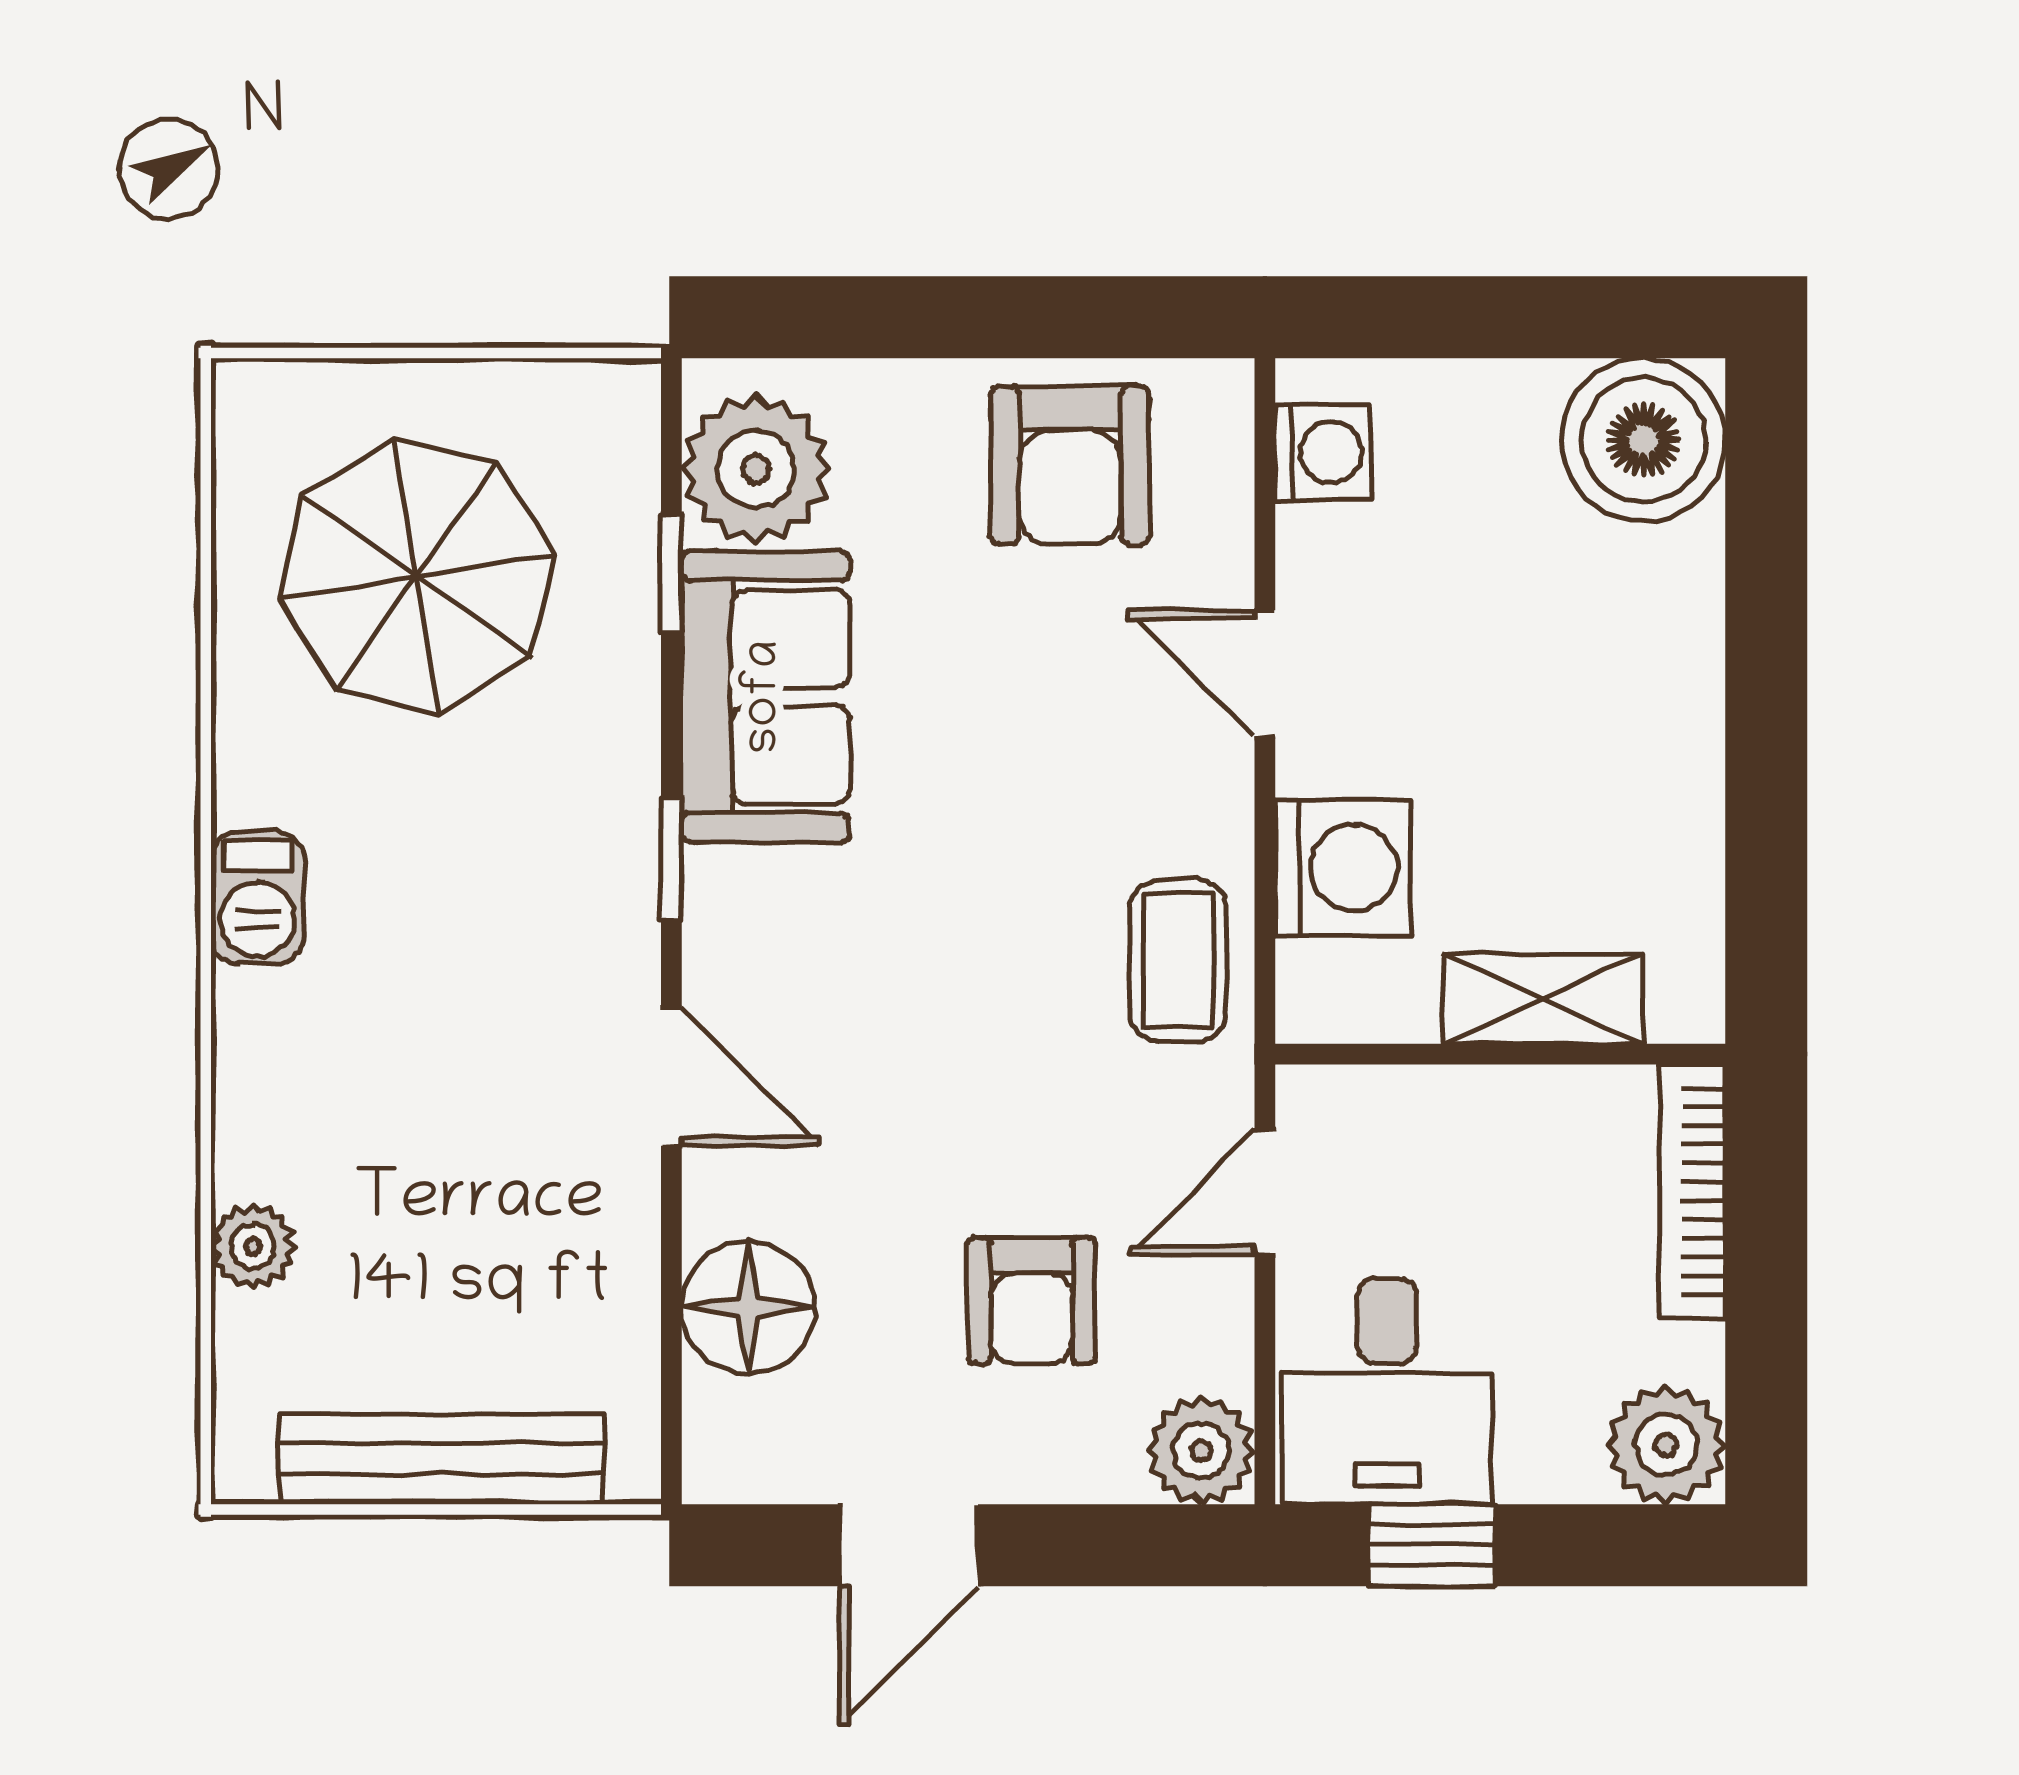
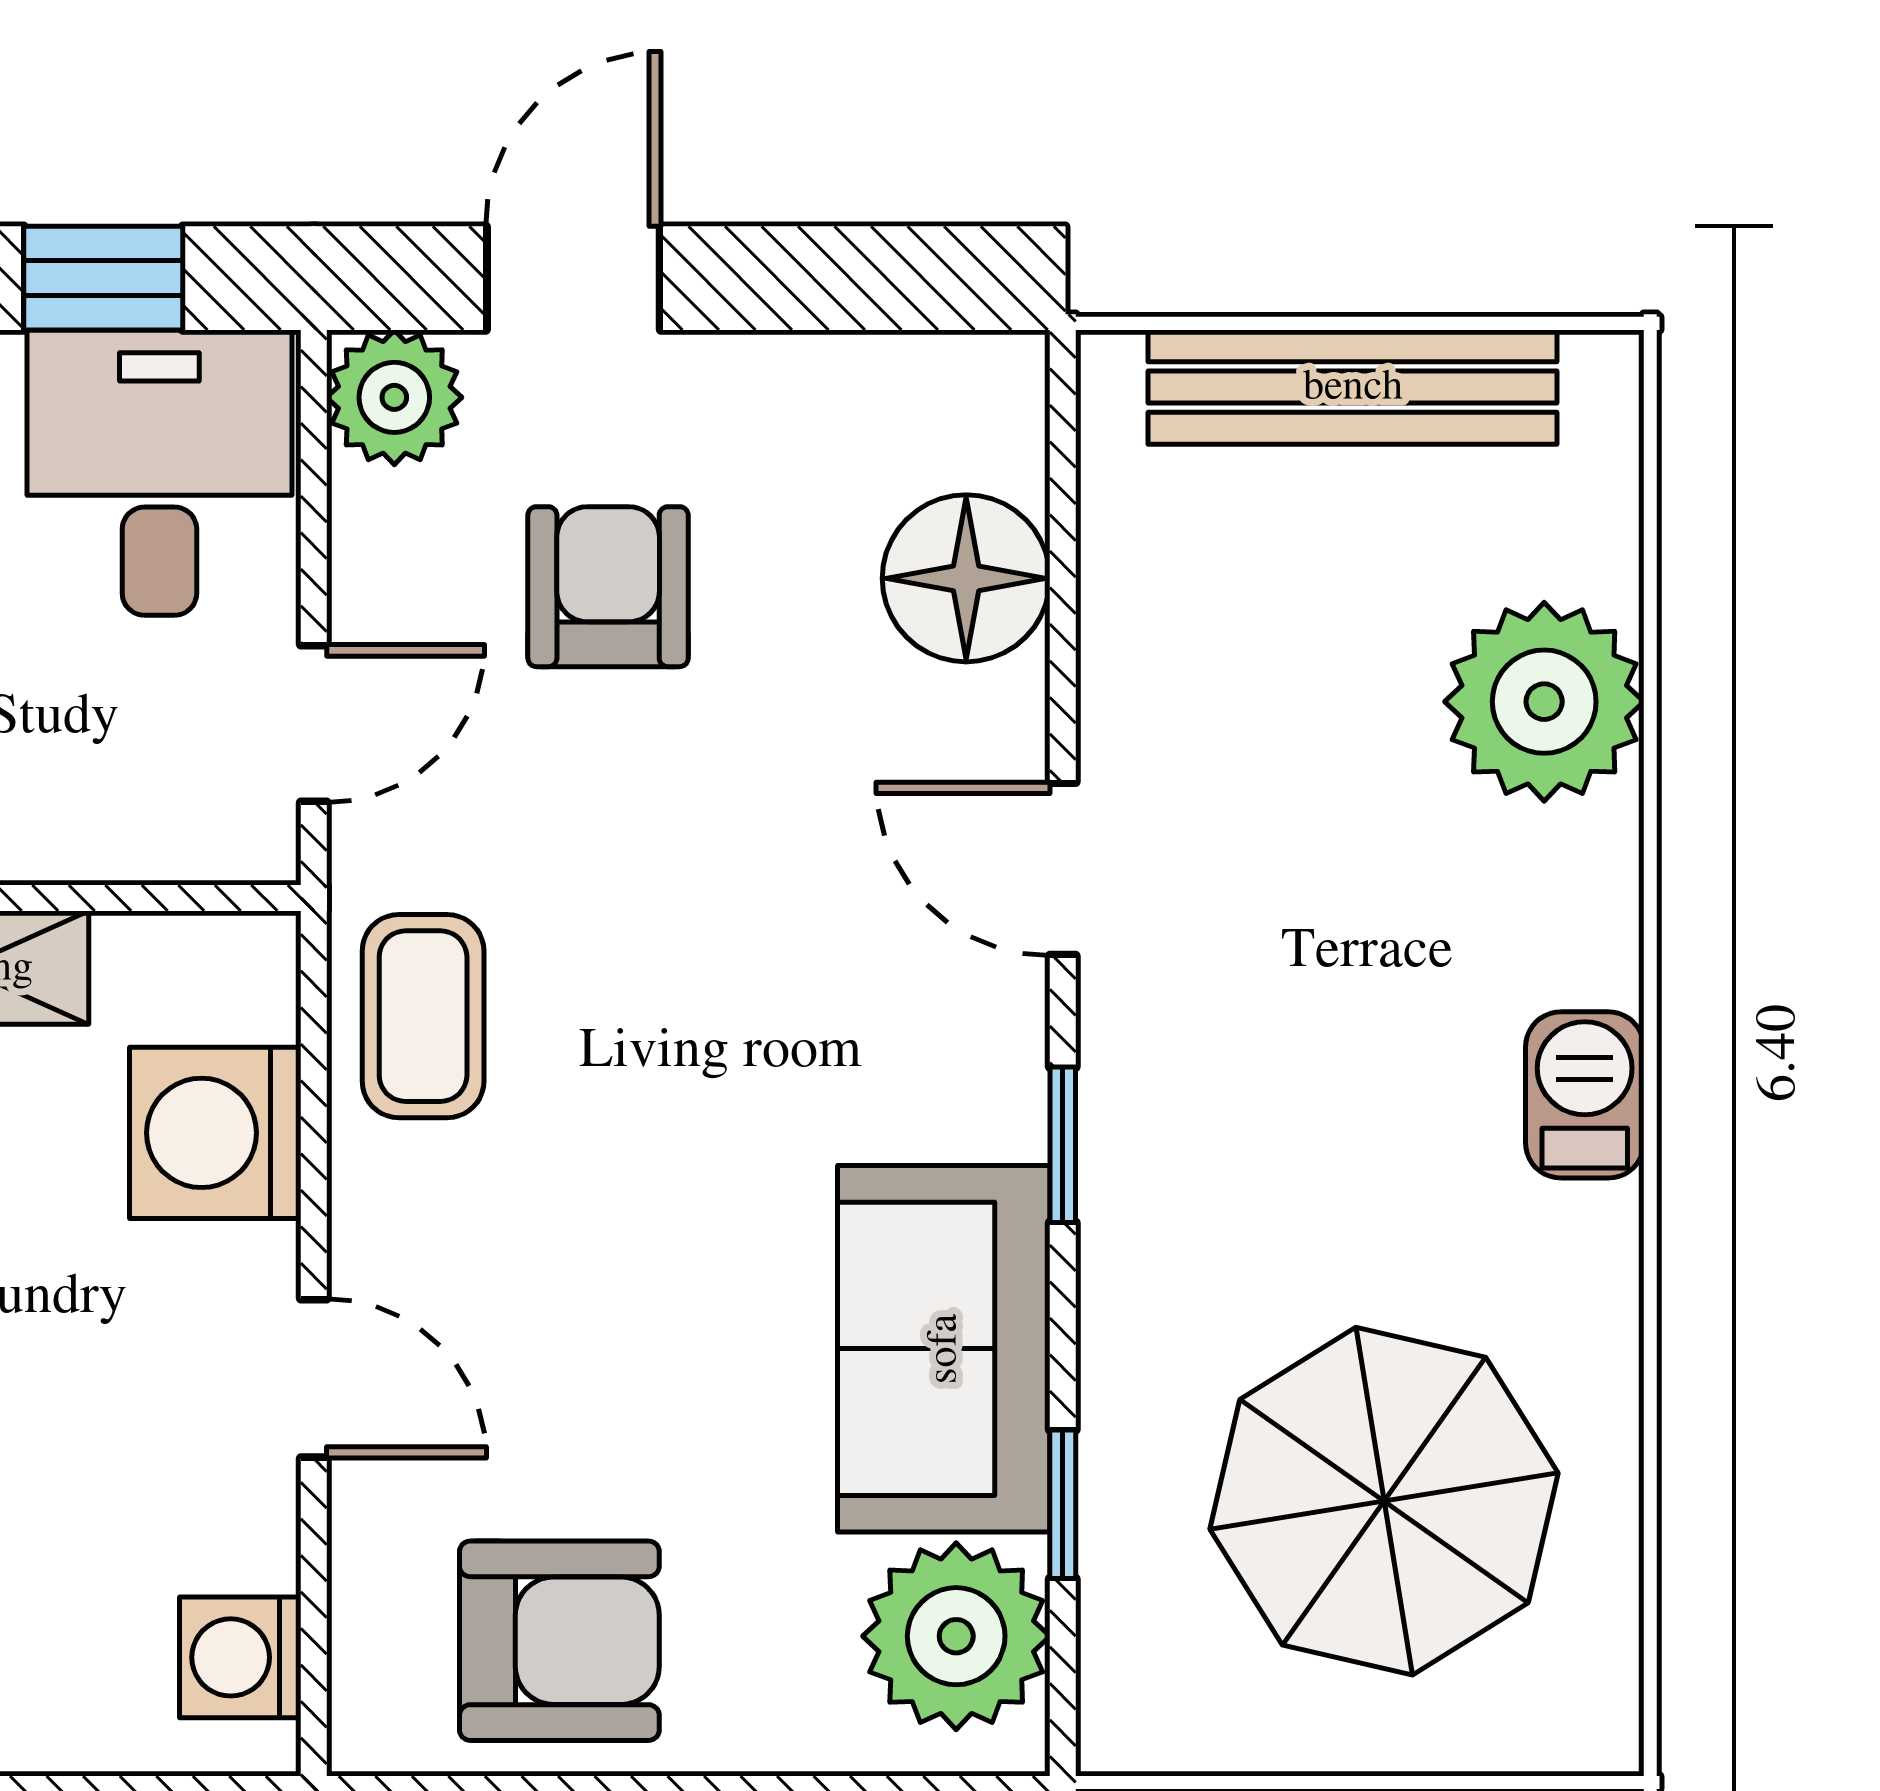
armchair: (1070, 465) -> (559, 1641), turned 90
plant: (253, 1246) -> (1544, 702), width x1.87, depth x1.87
door: (909, 1545) -> (573, 278), moved

